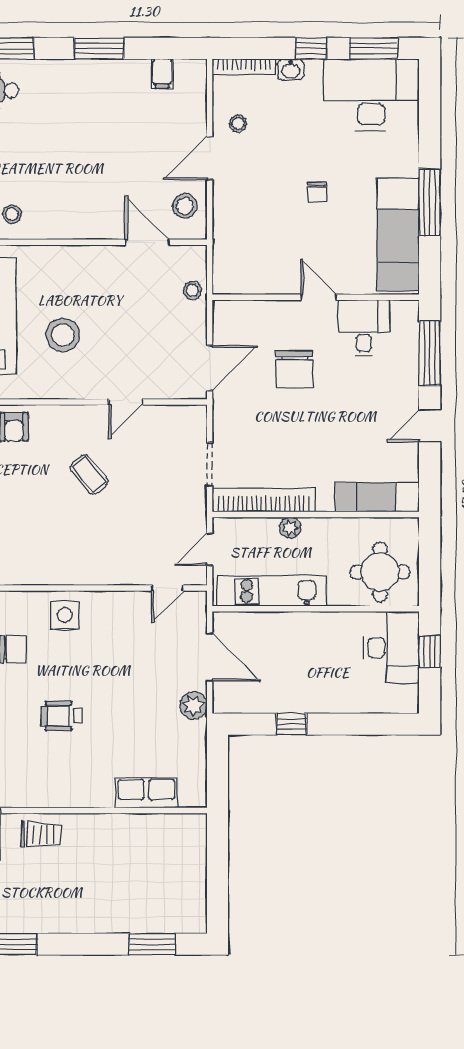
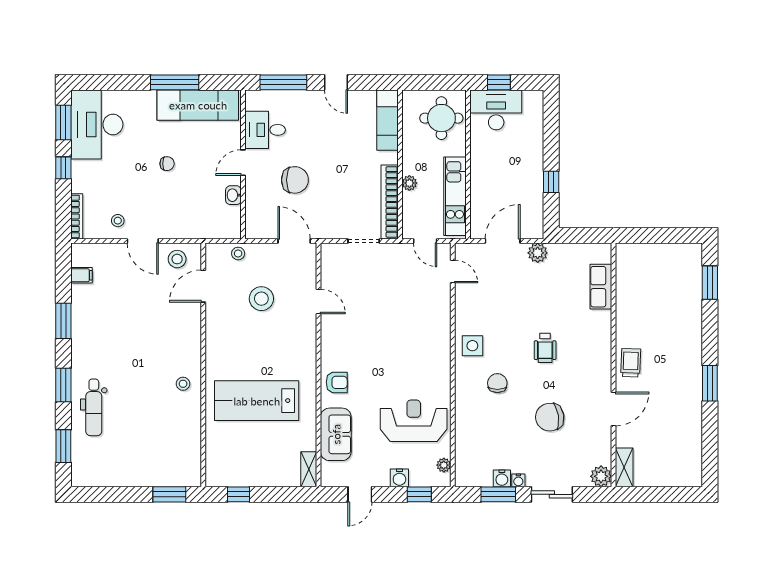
washbasin: (291, 69) -> (233, 195), moved, turned 180
stool: (63, 335) -> (261, 299), moved
coffee table: (89, 474) -> (371, 328), removed

